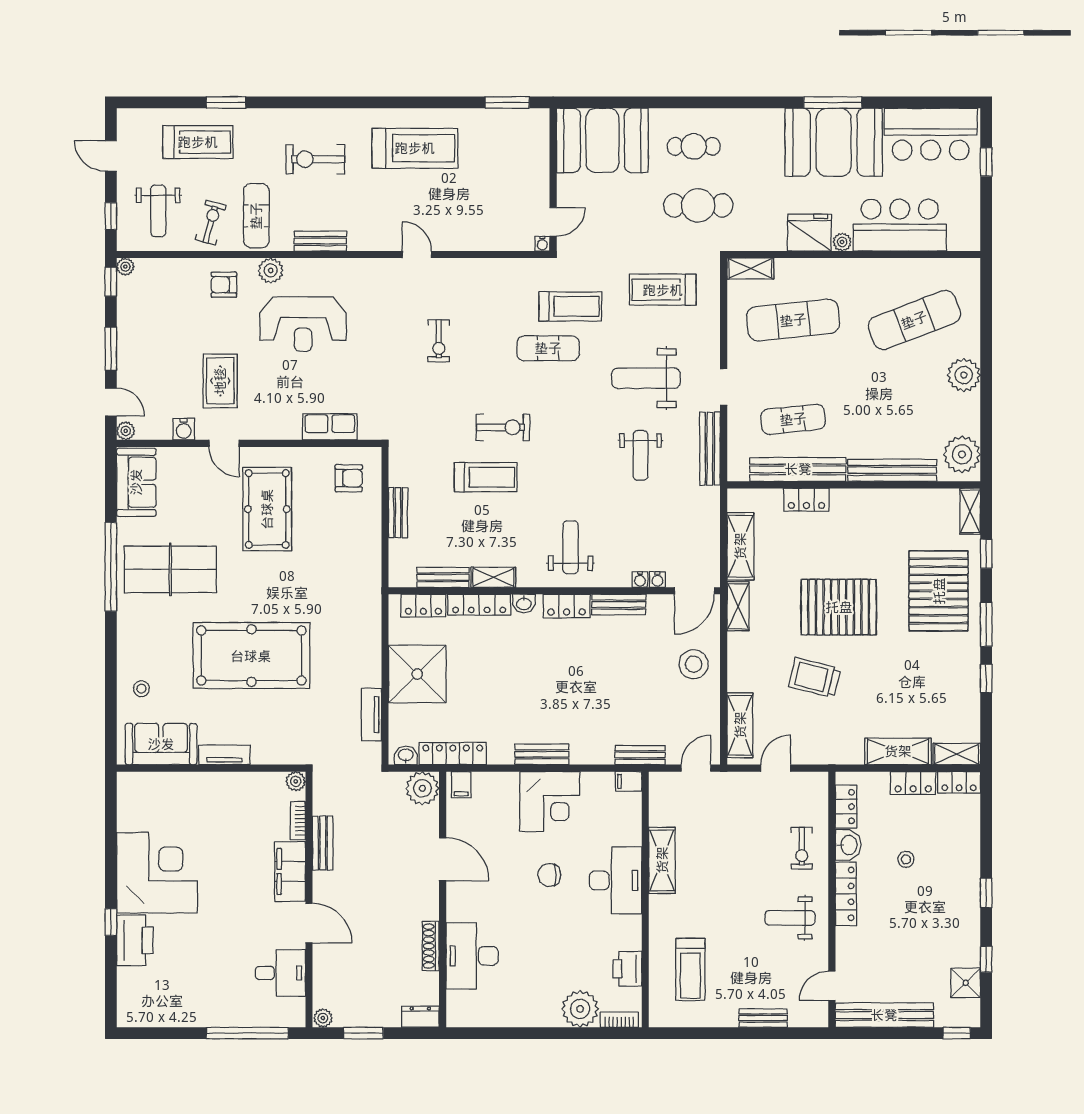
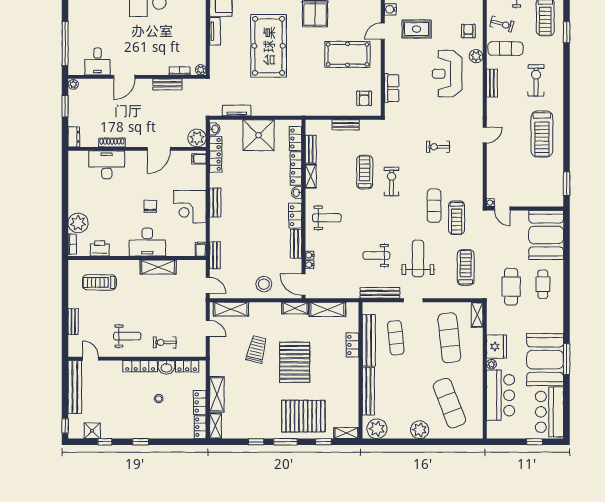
exercise bike: (503, 427) -> (392, 181), turned 180
treadmill: (486, 477) -> (365, 172), turned 180
filing cabinet: (290, 871) -> (152, 67), removed
weight bench: (790, 918) -> (127, 336), turned 90

